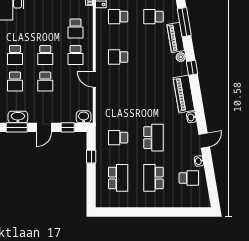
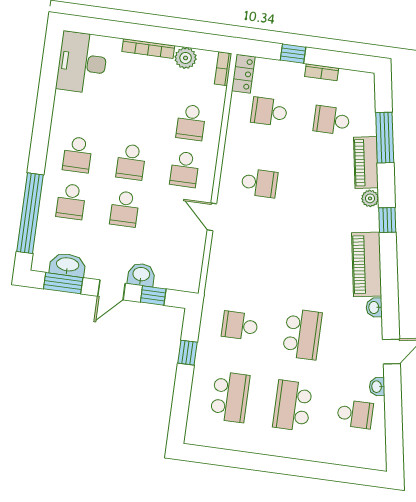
school desk: (118, 57) -> (259, 183), turned 180
washbasin: (84, 117) -> (141, 275), moved

